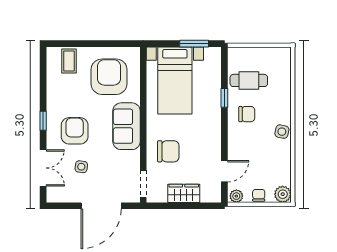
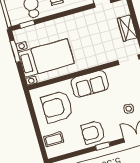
window: (224, 98) -> (27, 24), moved
armchair: (75, 131) -> (93, 132), moved
chair: (168, 151) -> (99, 48), removed

